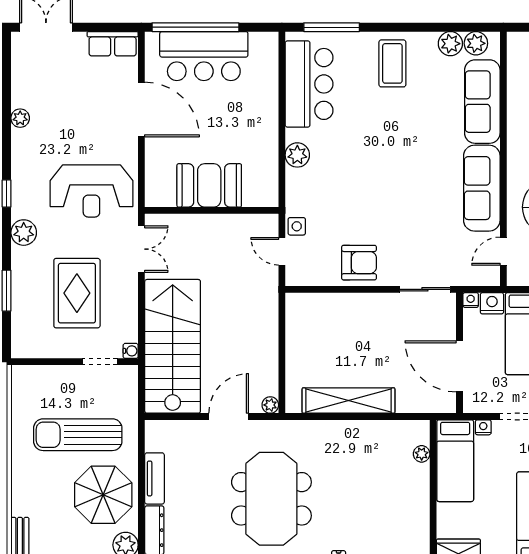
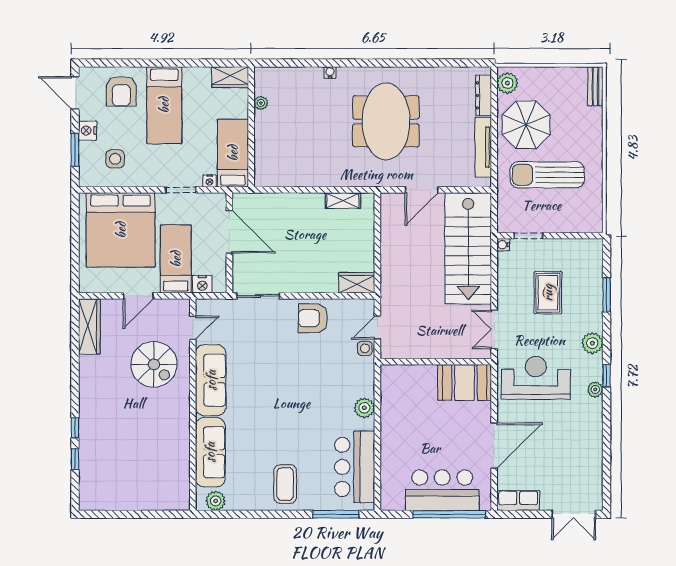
plant: (450, 44) -> (237, 501), removed
door: (141, 110) -> (494, 446), swing flipped
plant: (20, 118) -> (595, 389), moved
booth: (209, 185) -> (465, 382), moved
door: (282, 251) -> (377, 328), swing flipped
rug: (77, 293) -> (548, 293), width x0.73, depth x0.70
nightstand: (471, 300) -> (220, 287), removed
wardrobe: (307, 305) -> (357, 283), added
shelving: (349, 401) -> (343, 201), width x0.45, depth x0.75
plant: (270, 405) -> (387, 200), removed
sun lounger: (78, 435) -> (547, 175), turned 180
plant: (422, 454) -> (261, 103), moved
tv unit: (154, 478) -> (483, 147), width x1.41

